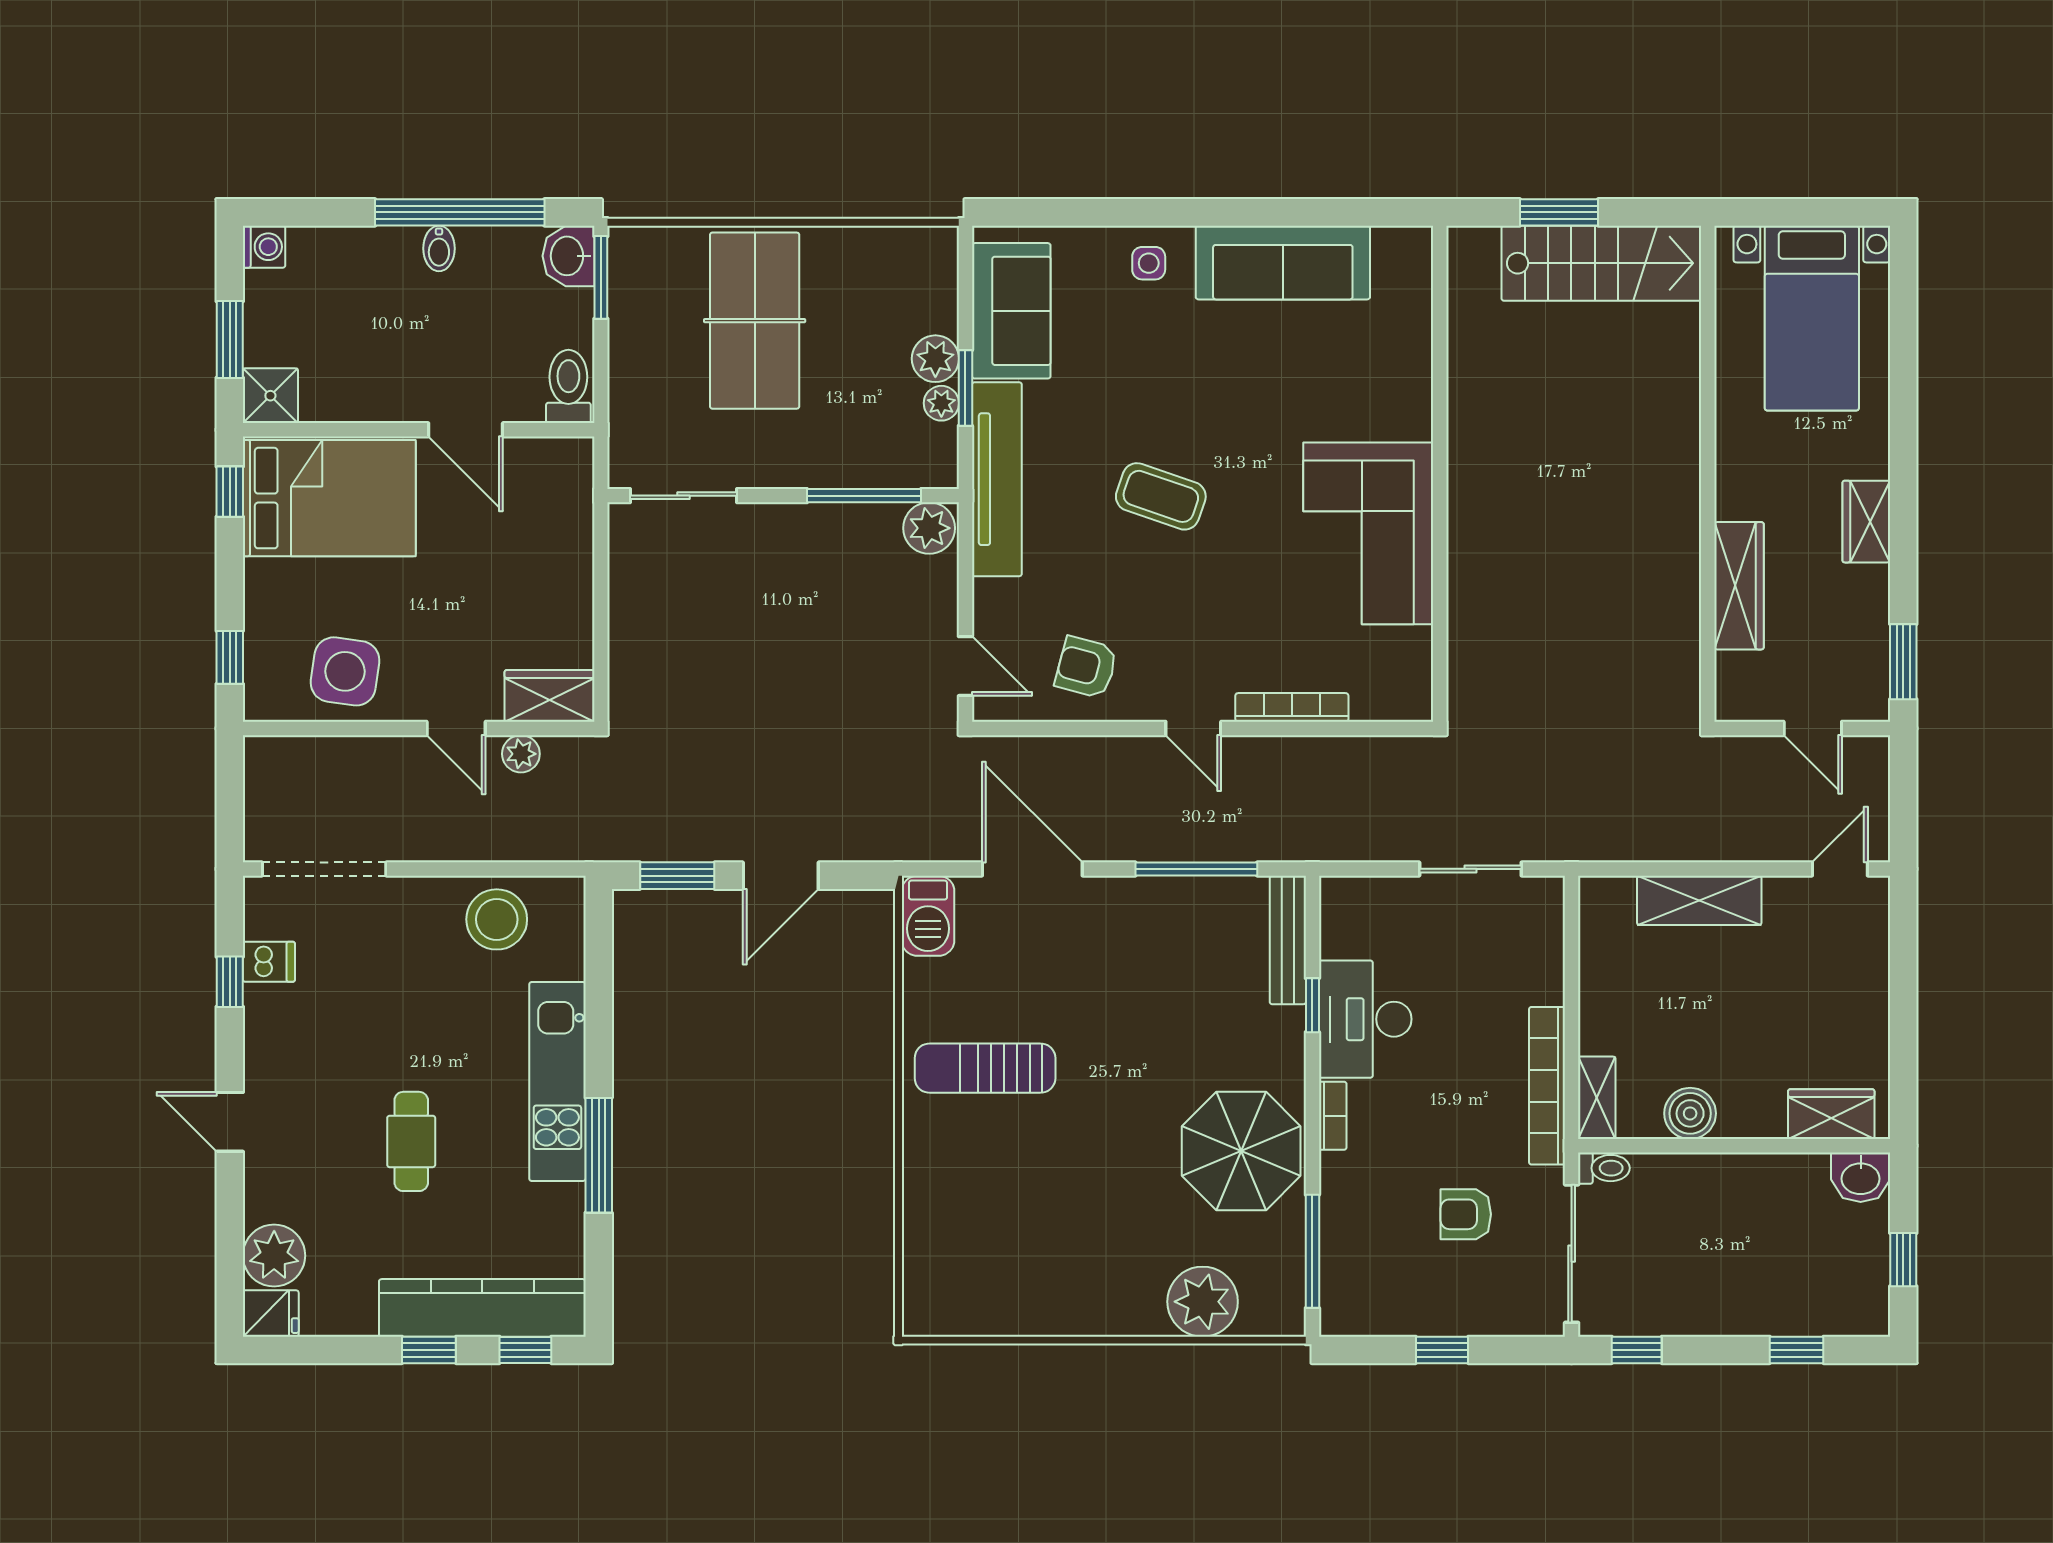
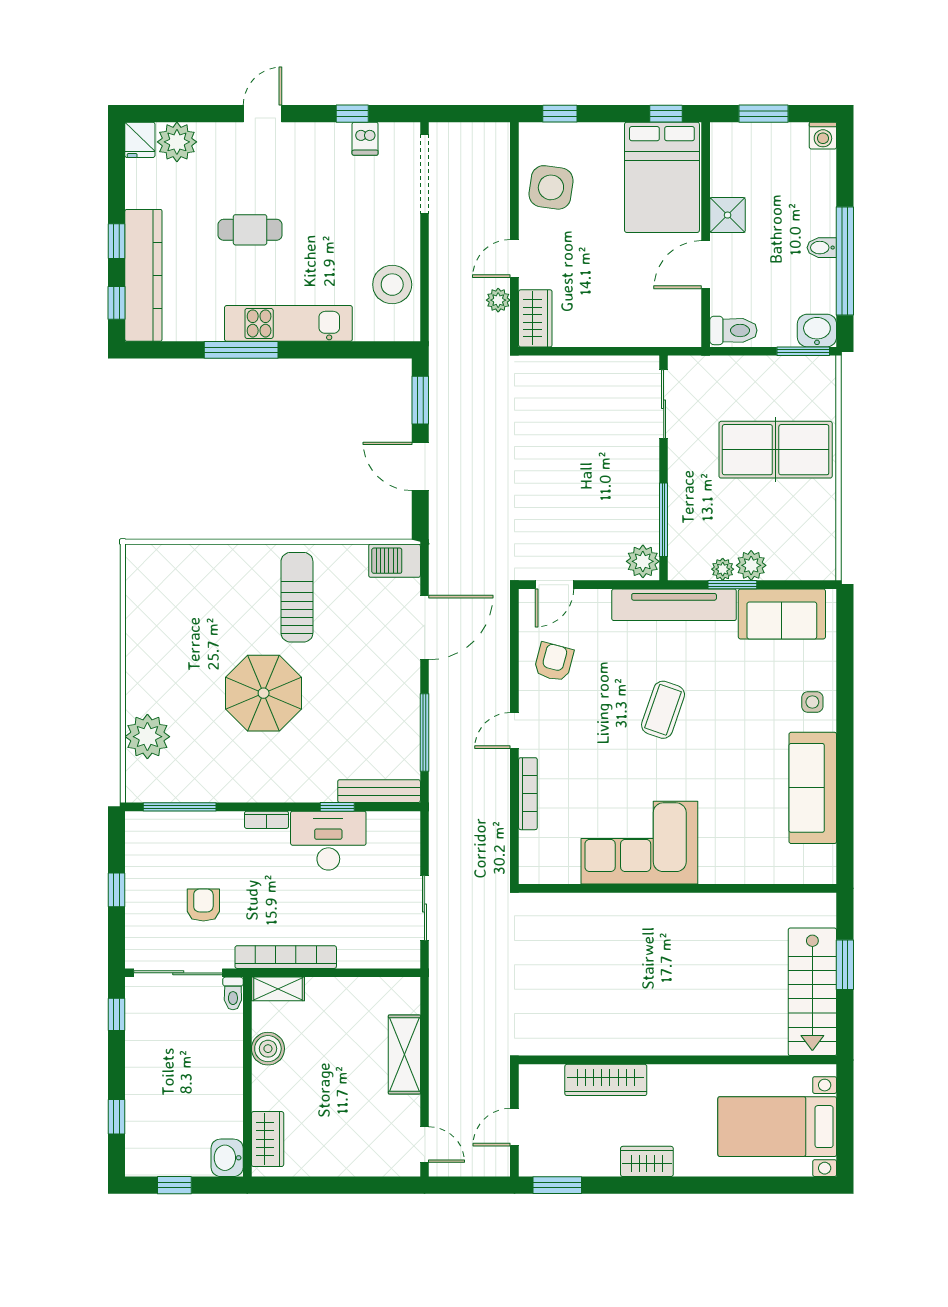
shower: (270, 396) -> (728, 215), moved
parasol: (1241, 1151) -> (264, 693), moved

